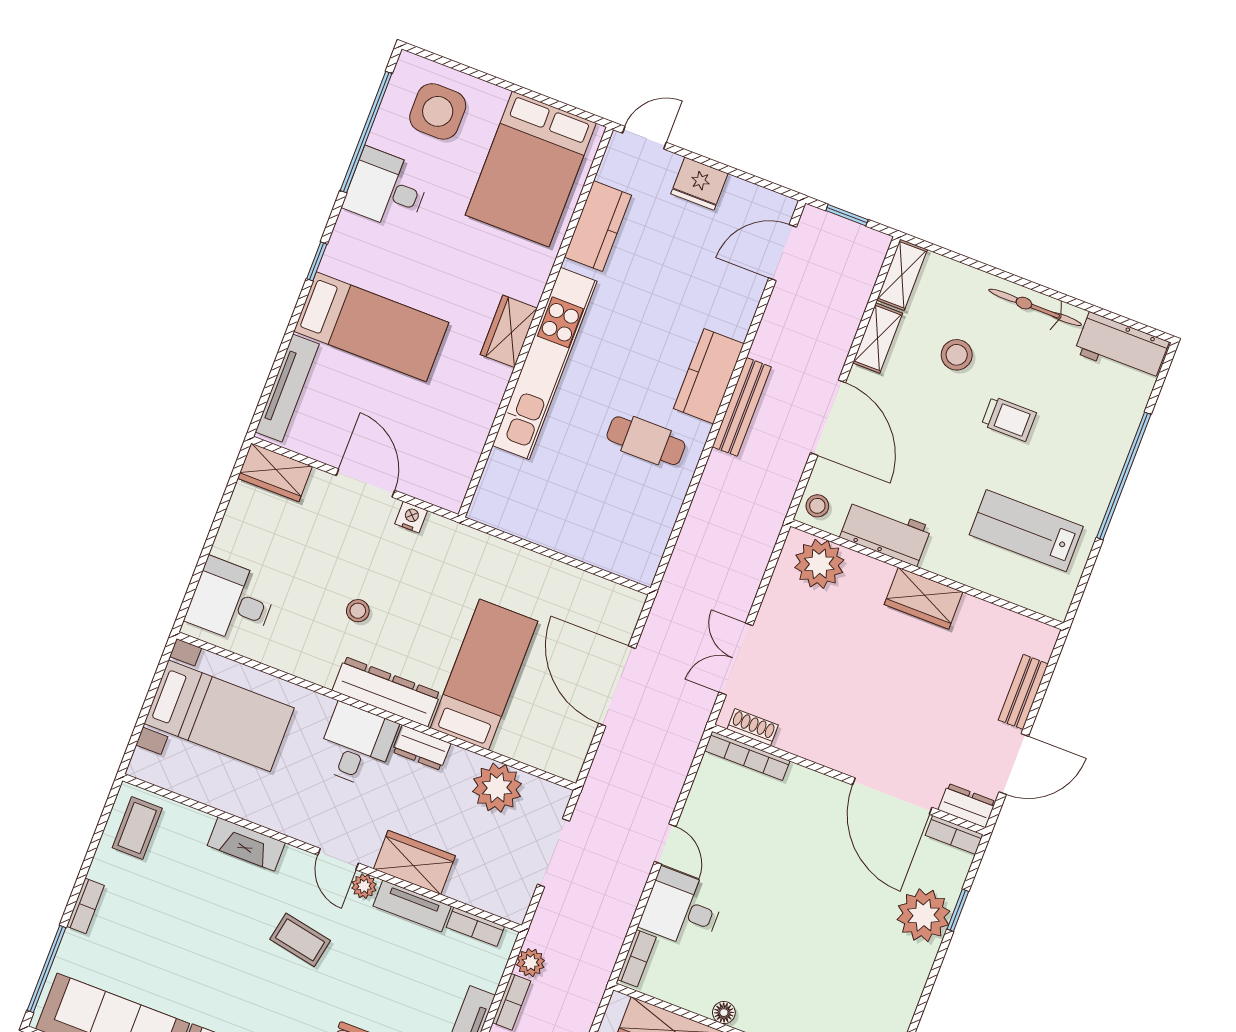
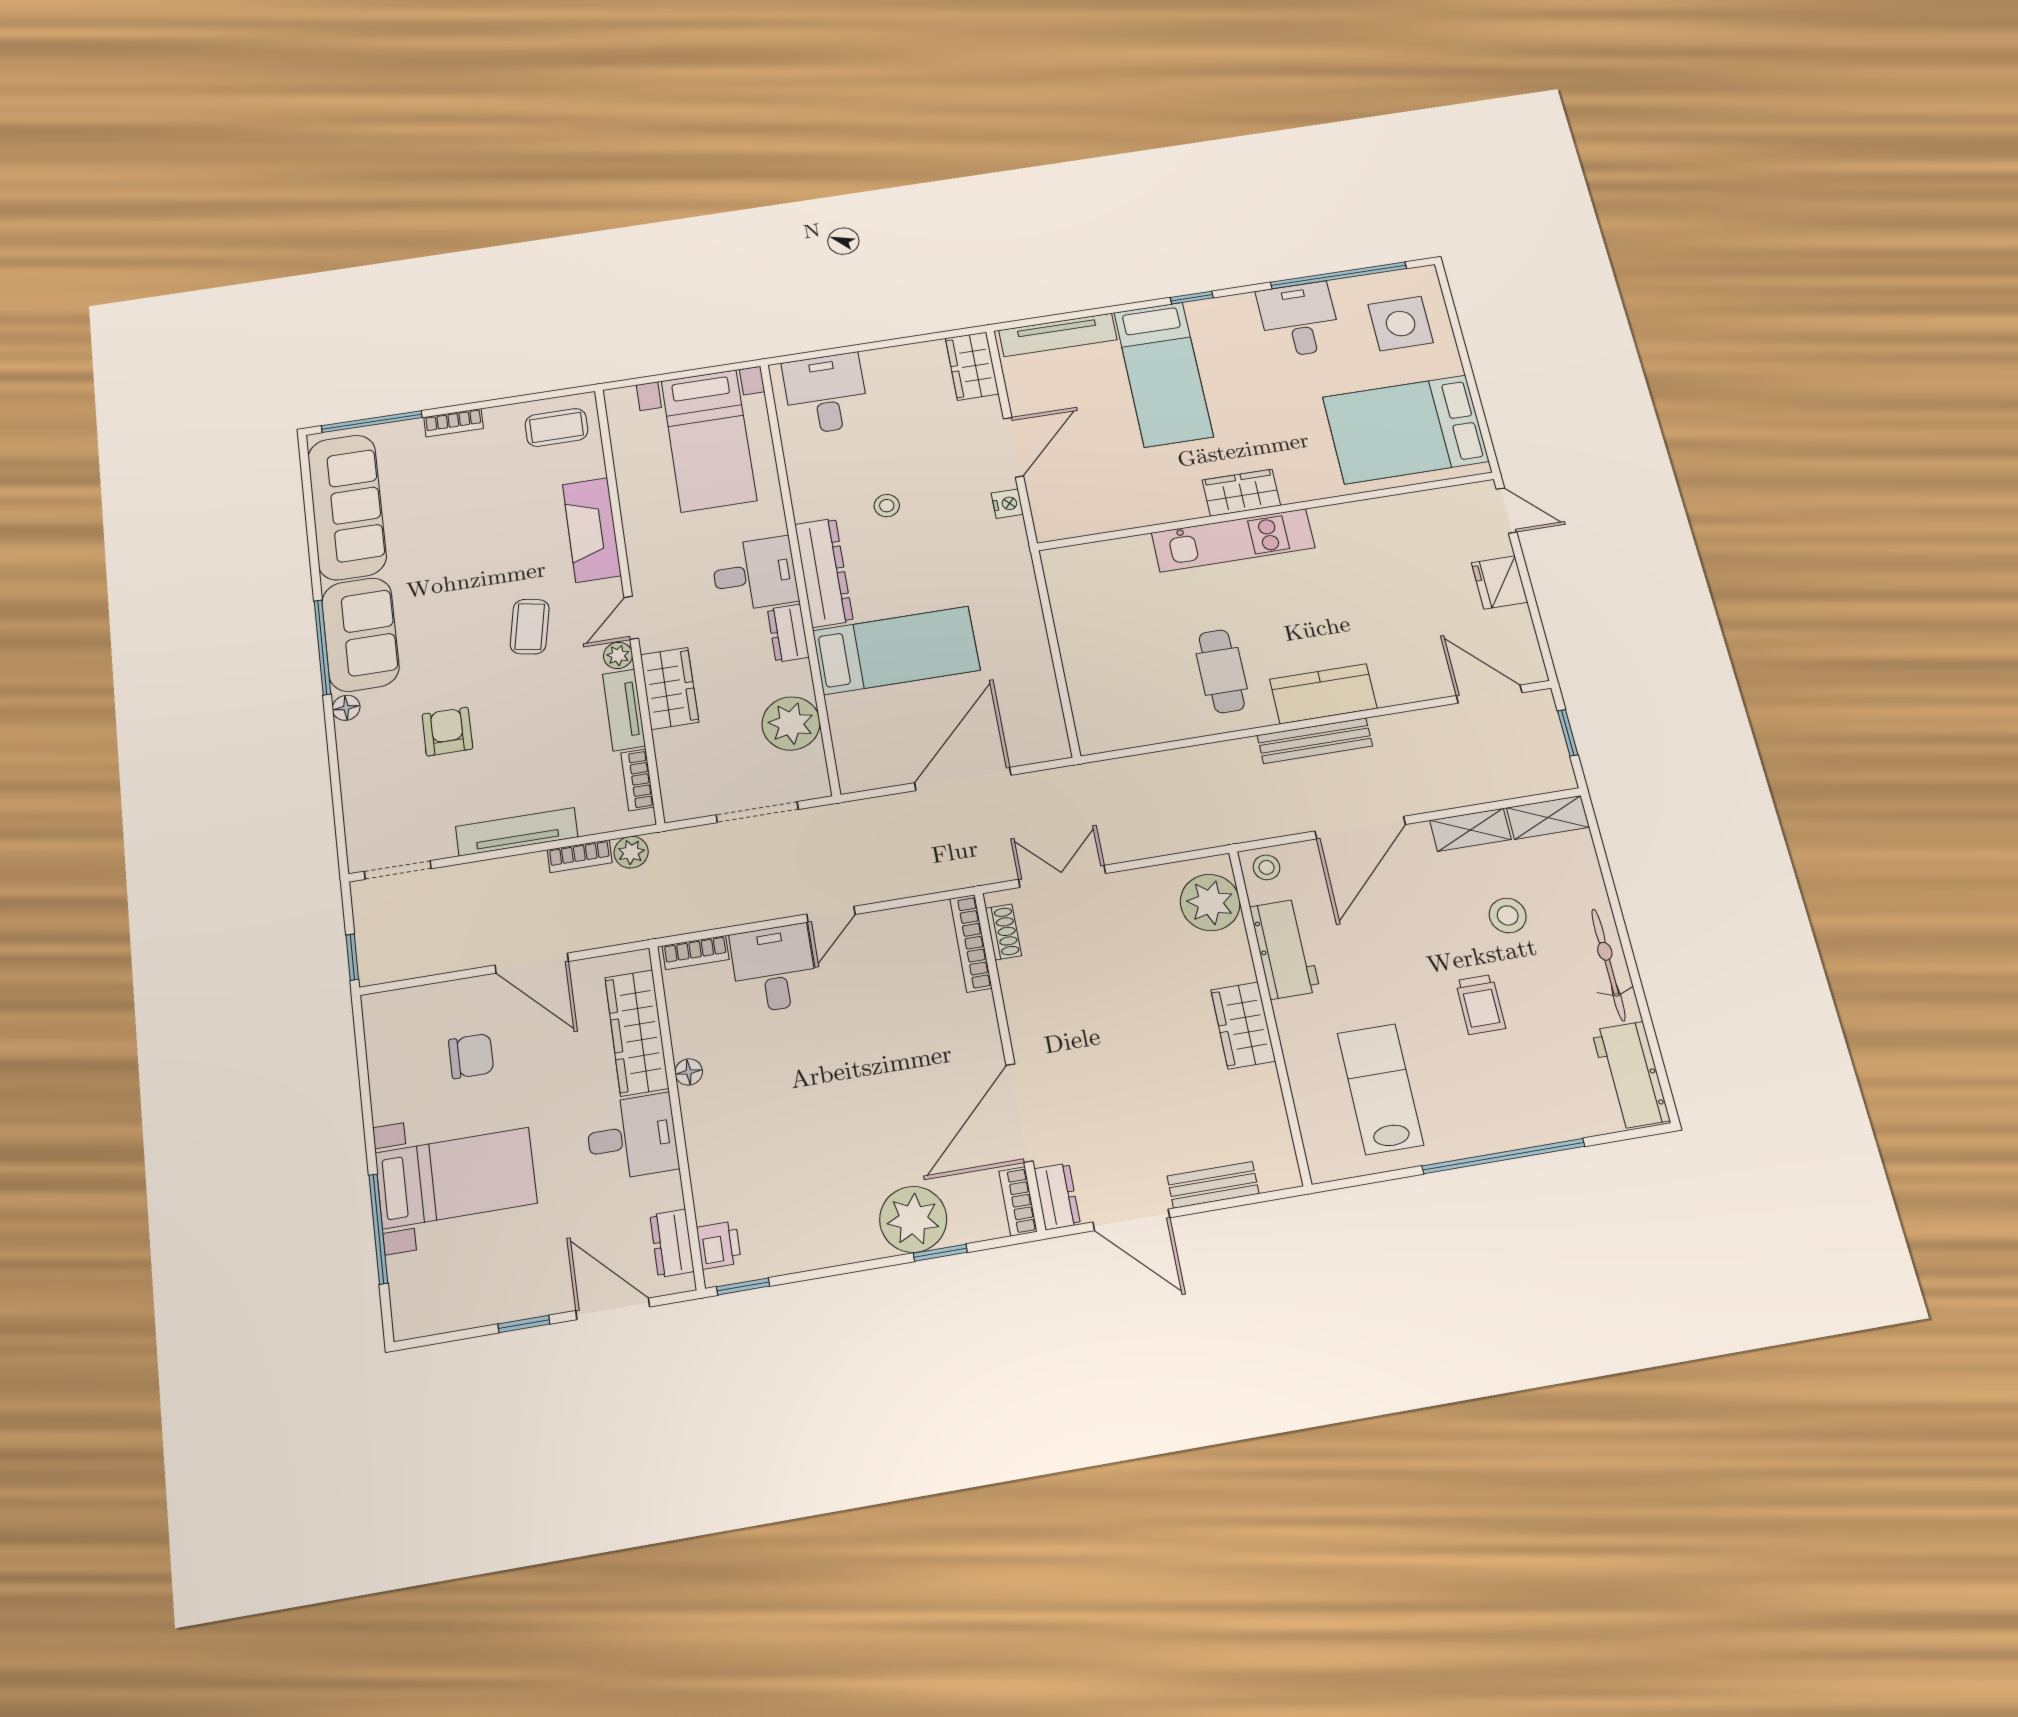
kitchen counter: (598, 226) -> (1395, 516), removed
kitchen unit: (545, 363) -> (1233, 540), width x0.73
fireplace: (246, 844) -> (592, 530), width x1.37, depth x1.32

